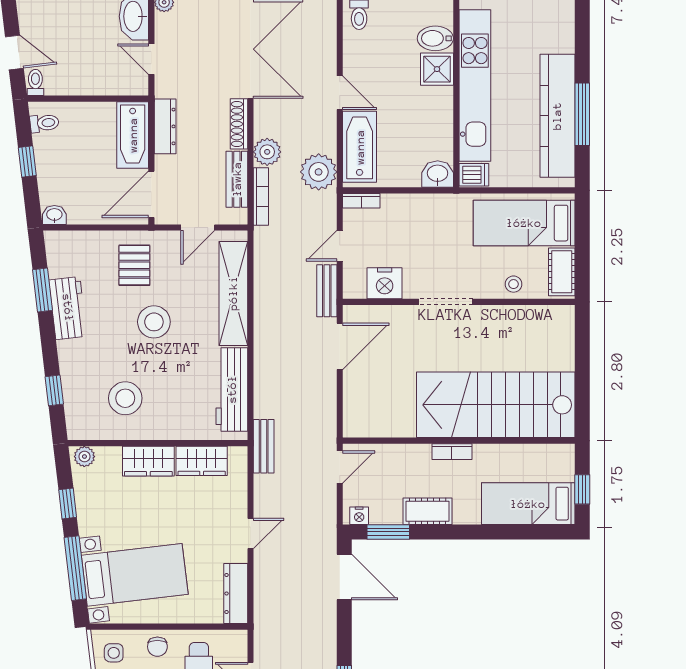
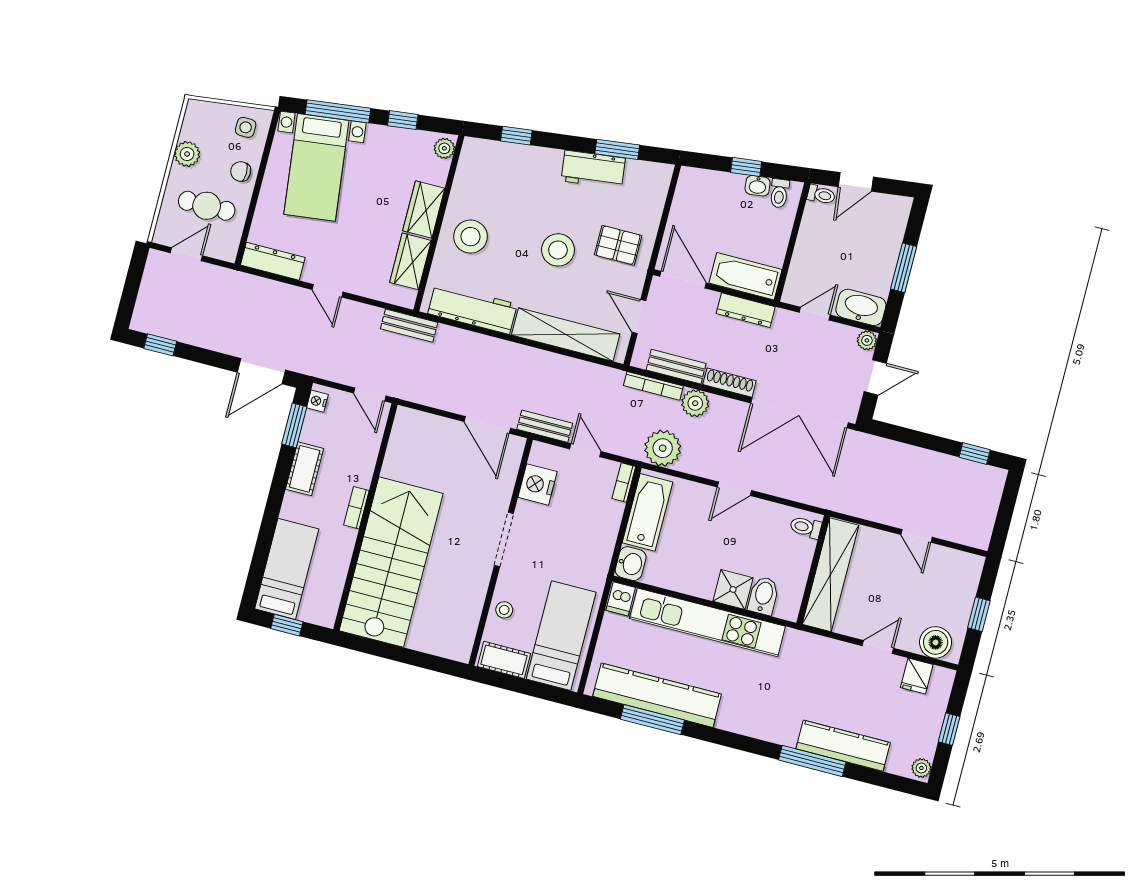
bathtub: (360, 147) -> (647, 512), moved, turned -90
washbasin: (54, 215) -> (758, 186), moved, turned 83
stool: (125, 398) -> (471, 237), moved

